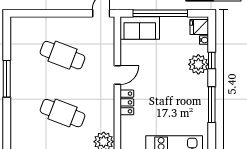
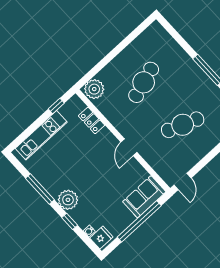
plant: (198, 64) -> (68, 200), moved
locker: (127, 102) -> (92, 120), moved
cafe table: (62, 113) -> (144, 82), turned -39

